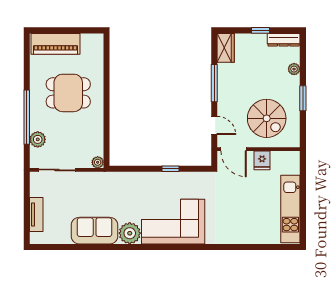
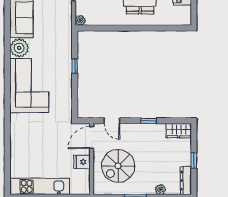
window: (214, 83) -> (148, 121), width x0.46
door: (214, 125) -> (112, 121), hinge flipped
window: (171, 169) -> (75, 66), moved

